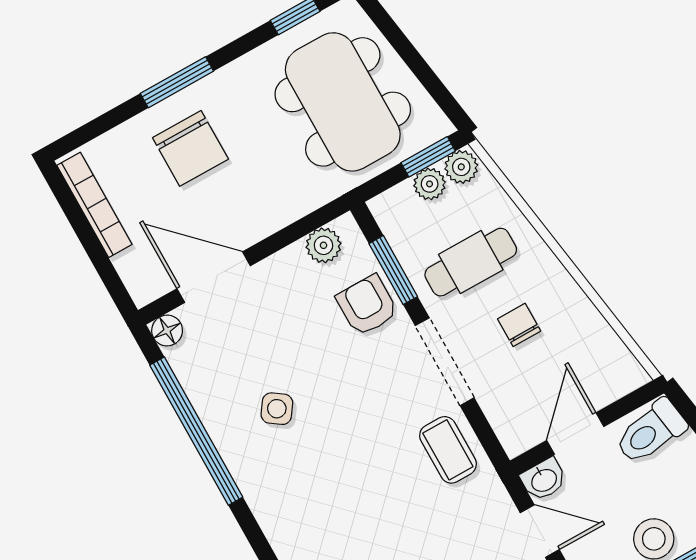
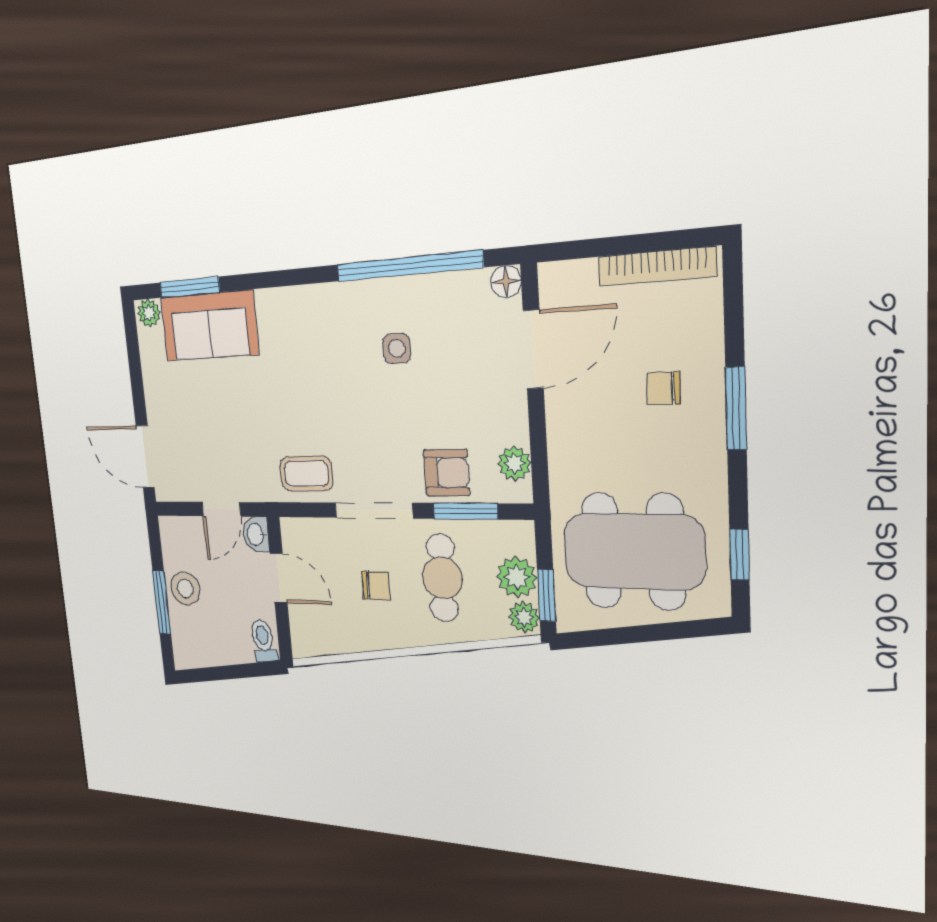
chair: (190, 148) -> (663, 389), width x0.54, depth x0.54
plant: (430, 184) -> (517, 577), width x1.38, depth x1.38
side table: (277, 409) -> (397, 348), turned -35
toilet: (651, 432) -> (263, 641), width x0.73, depth x0.72

